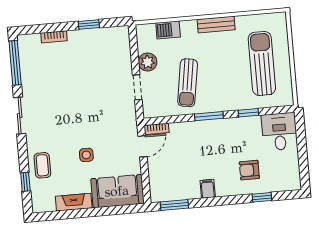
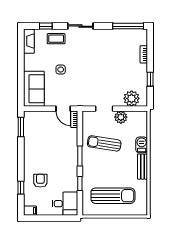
barbecue: (168, 30) -> (142, 145), moved
plant: (119, 49) -> (132, 98), added
sliding door: (20, 116) -> (80, 26), moved
filing cabinet: (208, 189) -> (30, 211), moved
fireplace: (74, 202) -> (29, 41), moved

